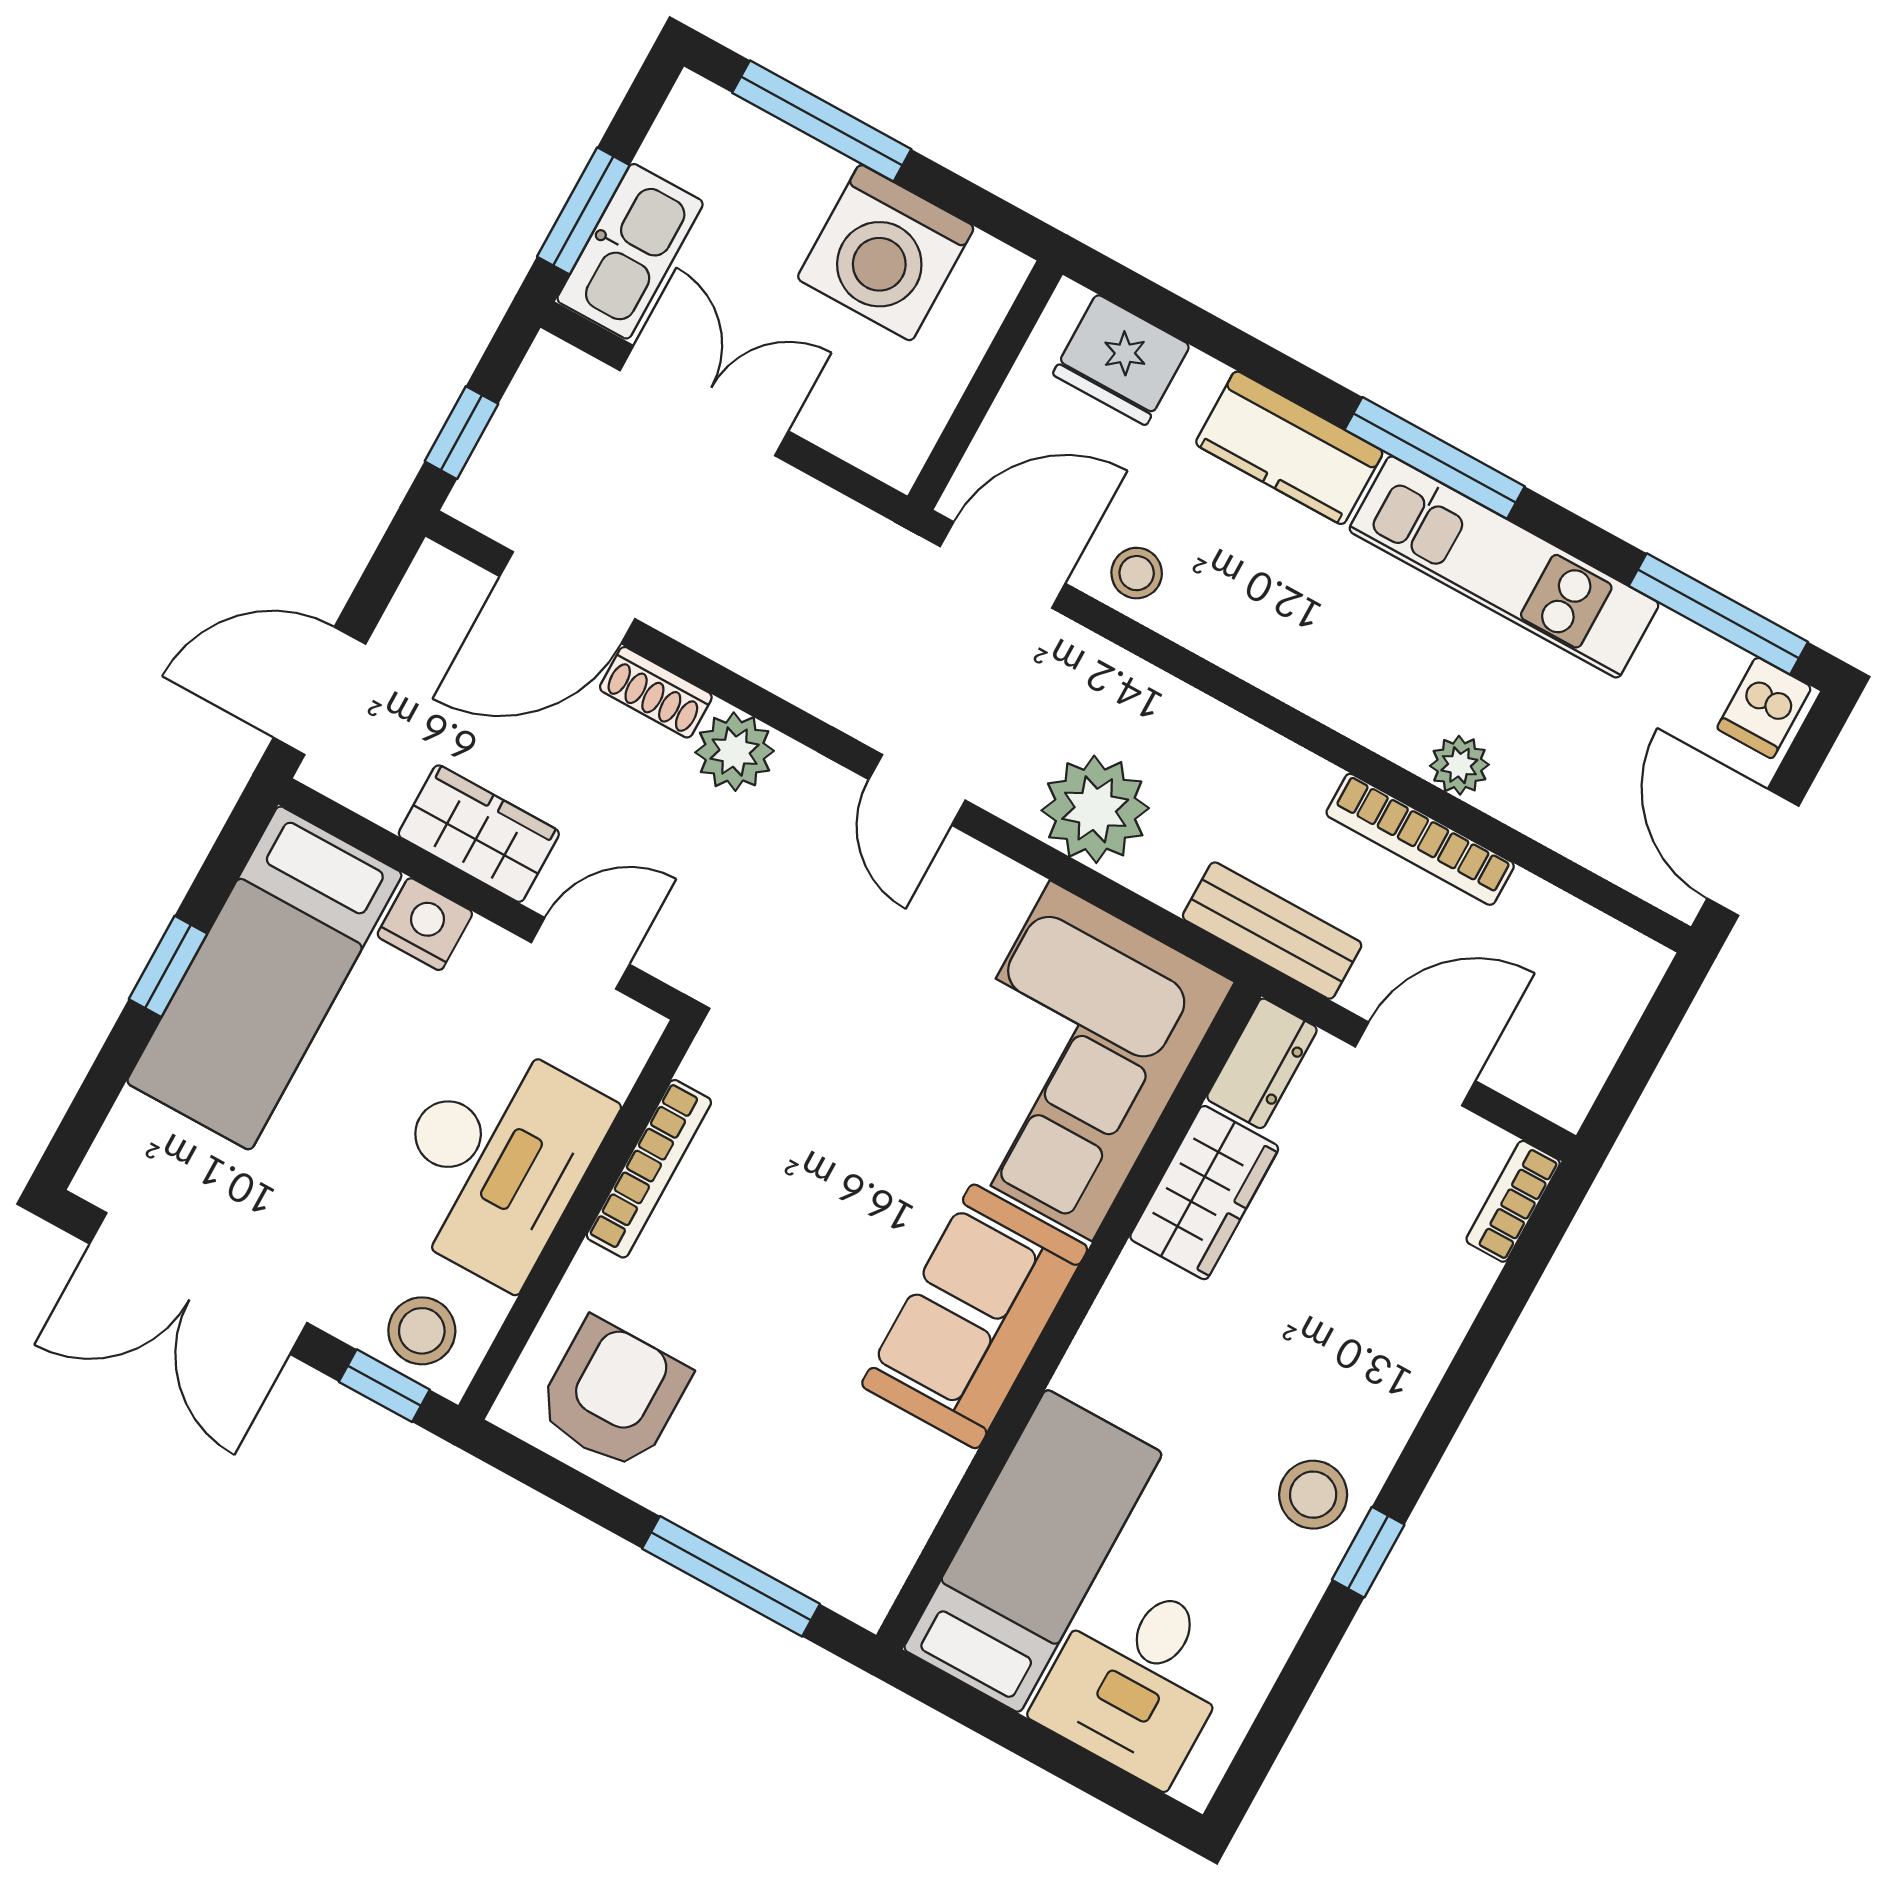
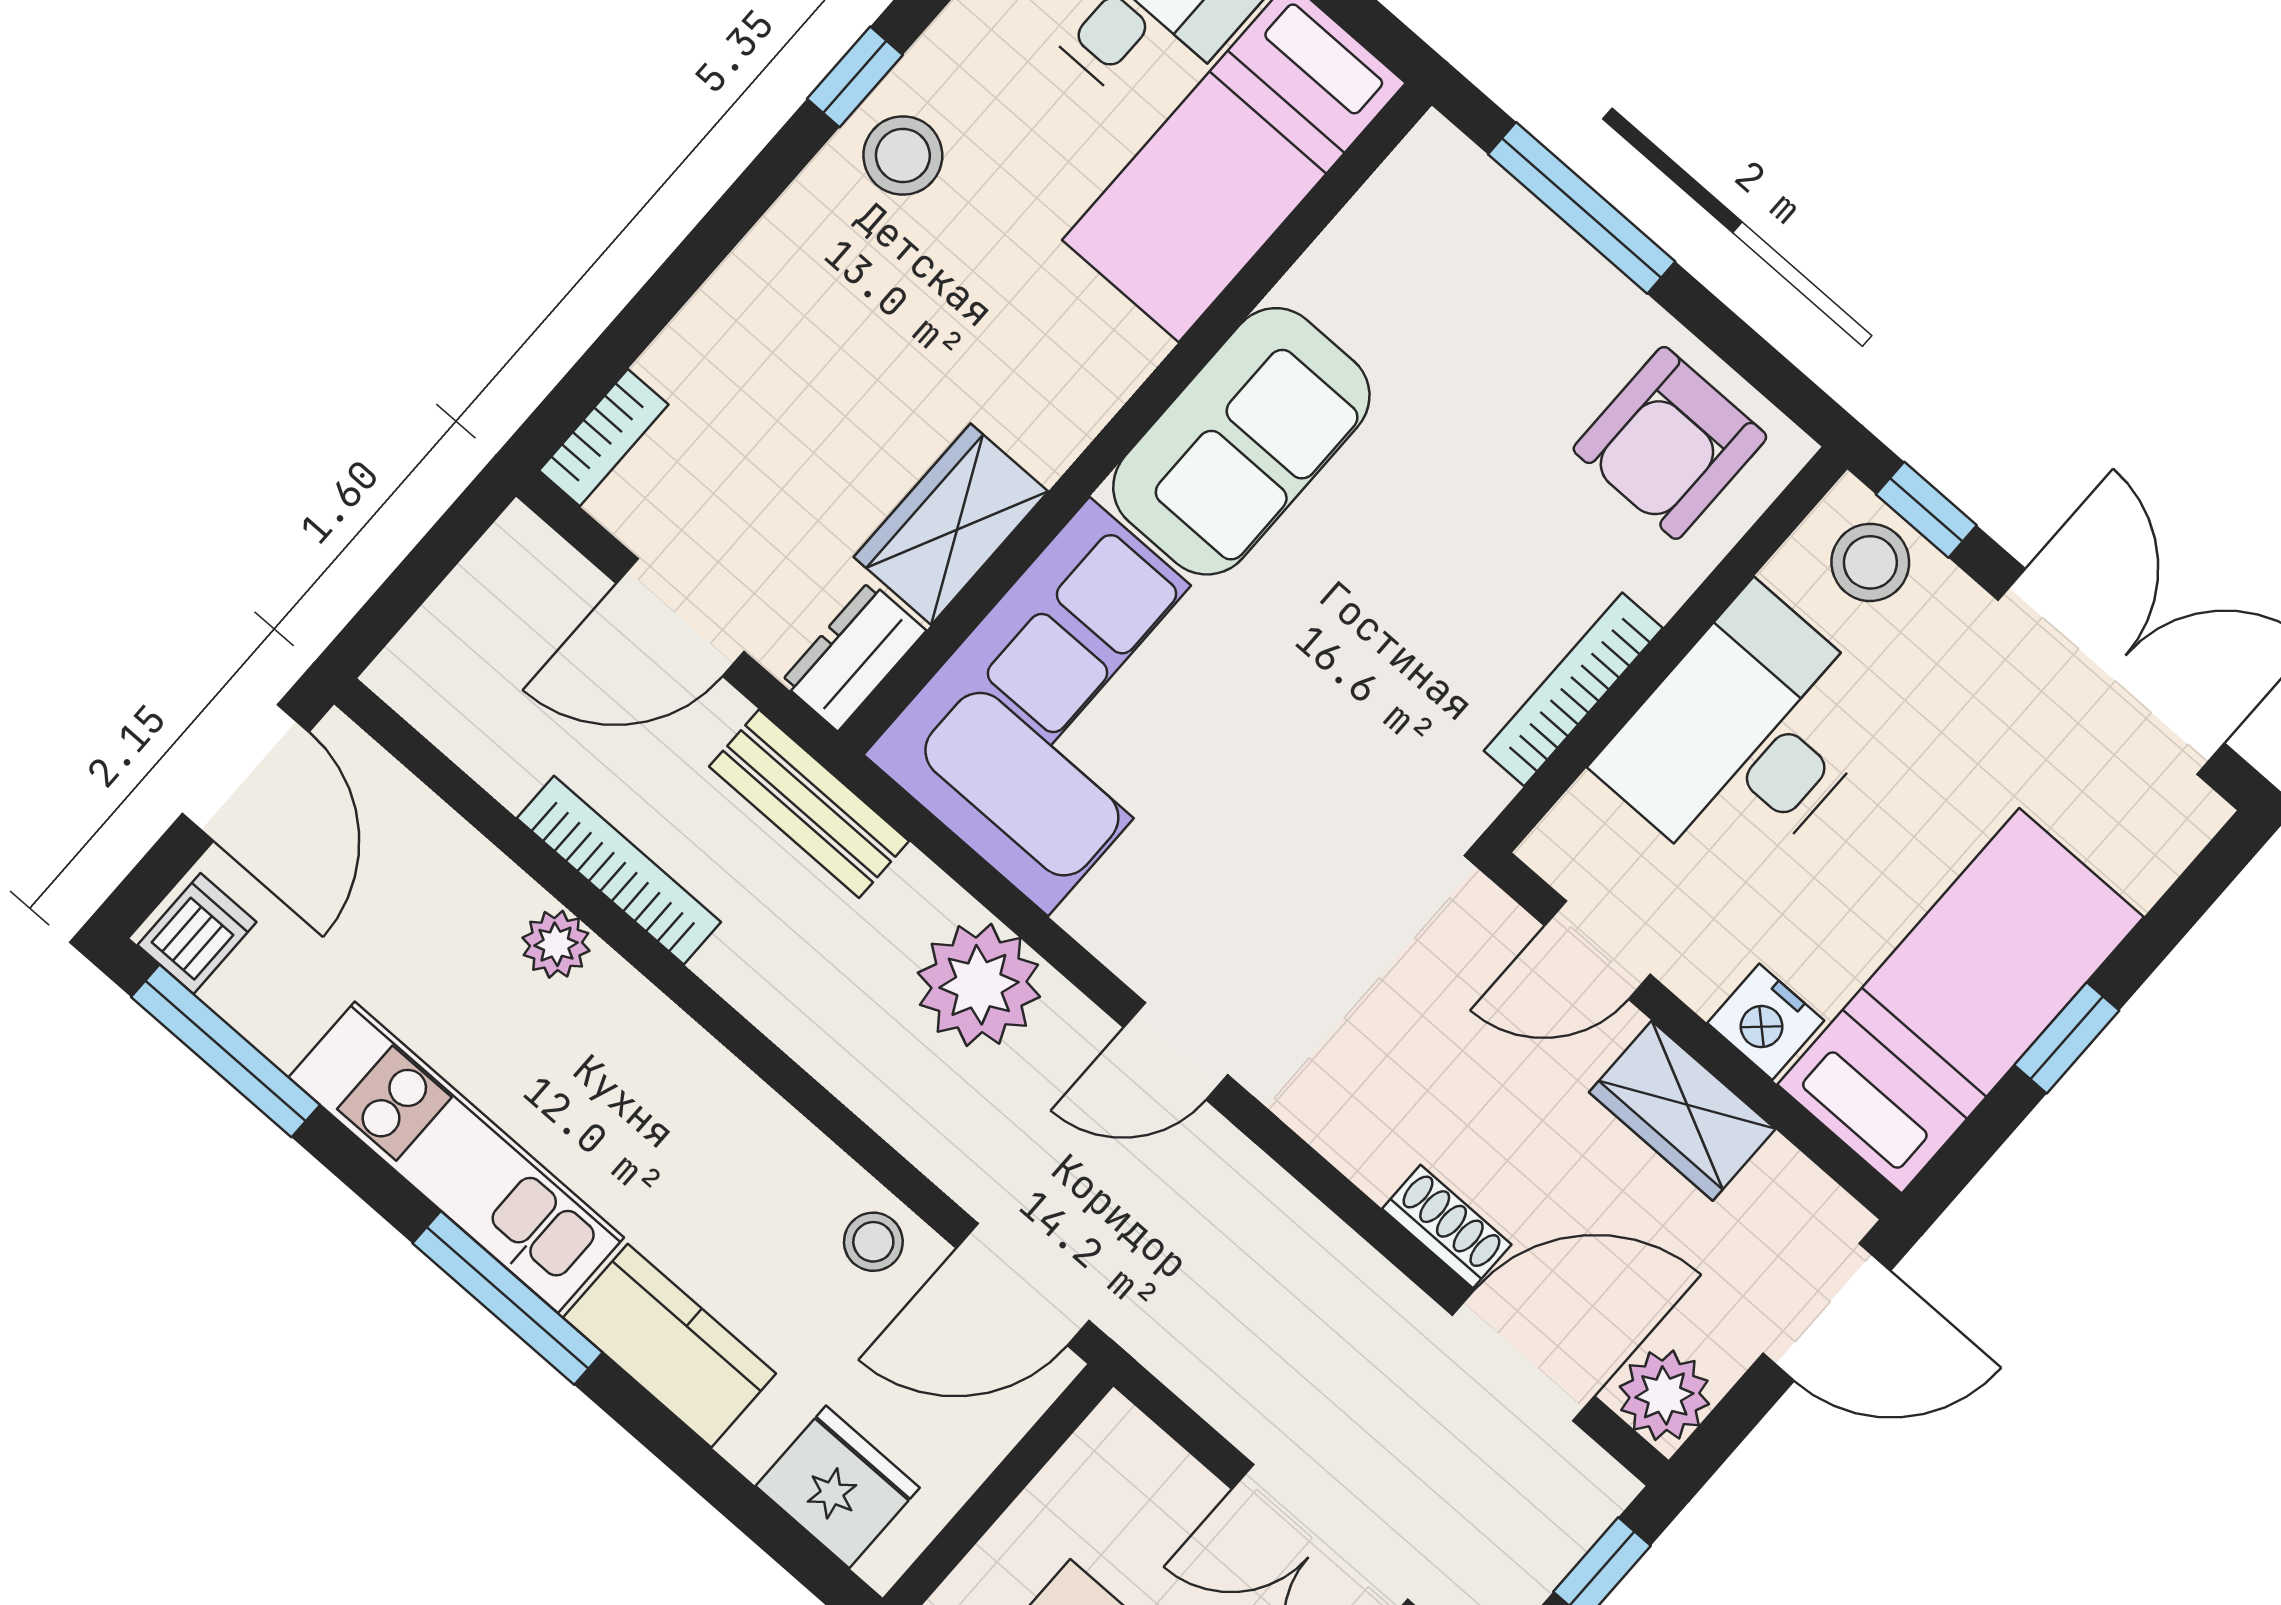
plant: (735, 752) -> (1664, 1395), moved
door: (917, 790) -> (1176, 1051), swing flipped

